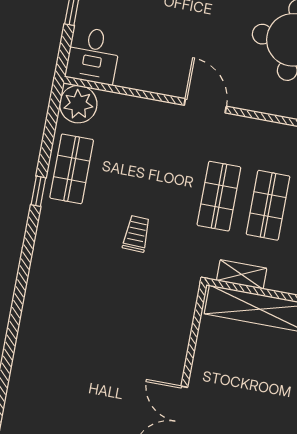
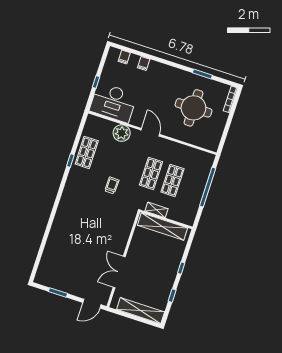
desk: (93, 55) -> (113, 103), width x1.87, depth x1.30
plant: (78, 104) -> (122, 133), moved

